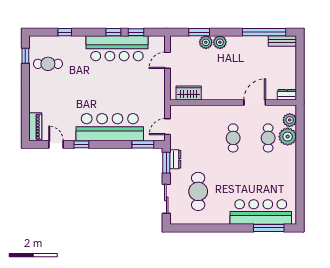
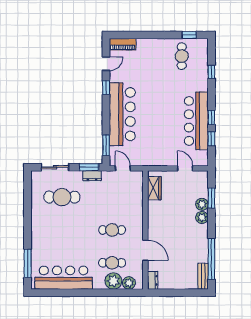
bar counter: (261, 212) -> (64, 278), moved, turned -90

